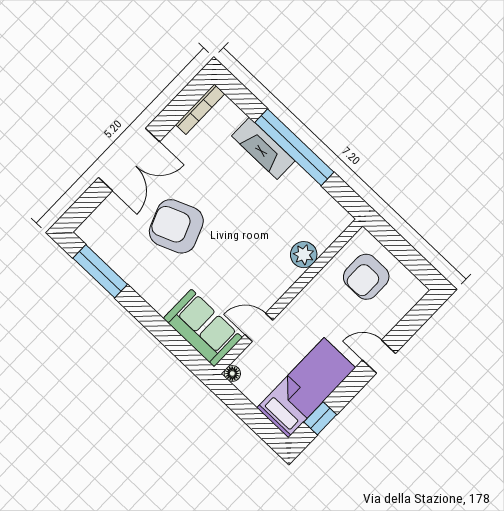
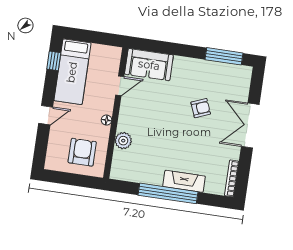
armchair: (176, 226) -> (201, 108), width x0.53, depth x0.53
floor lamp: (232, 373) -> (106, 120), moved

